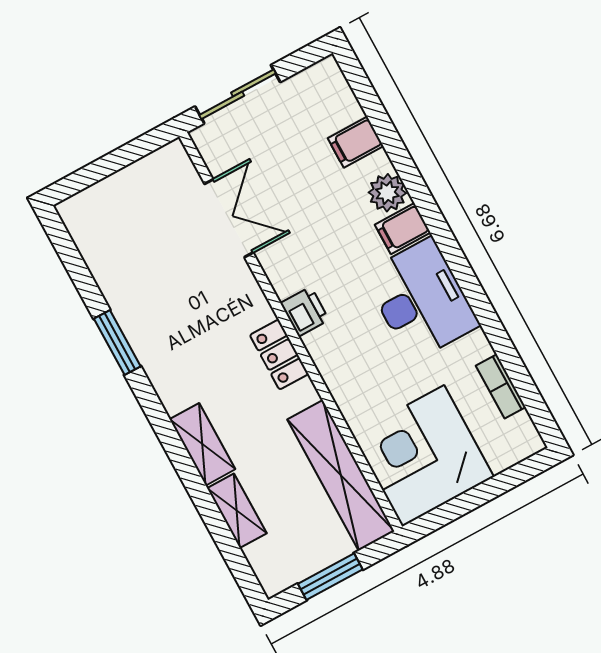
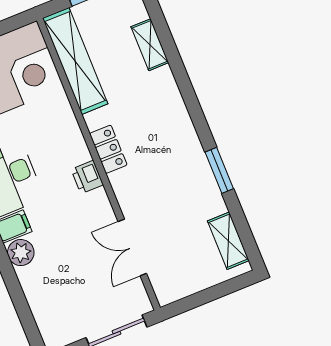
filing cabinet: (356, 142) -> (39, 290), removed
shelving: (202, 444) -> (228, 241), moved

